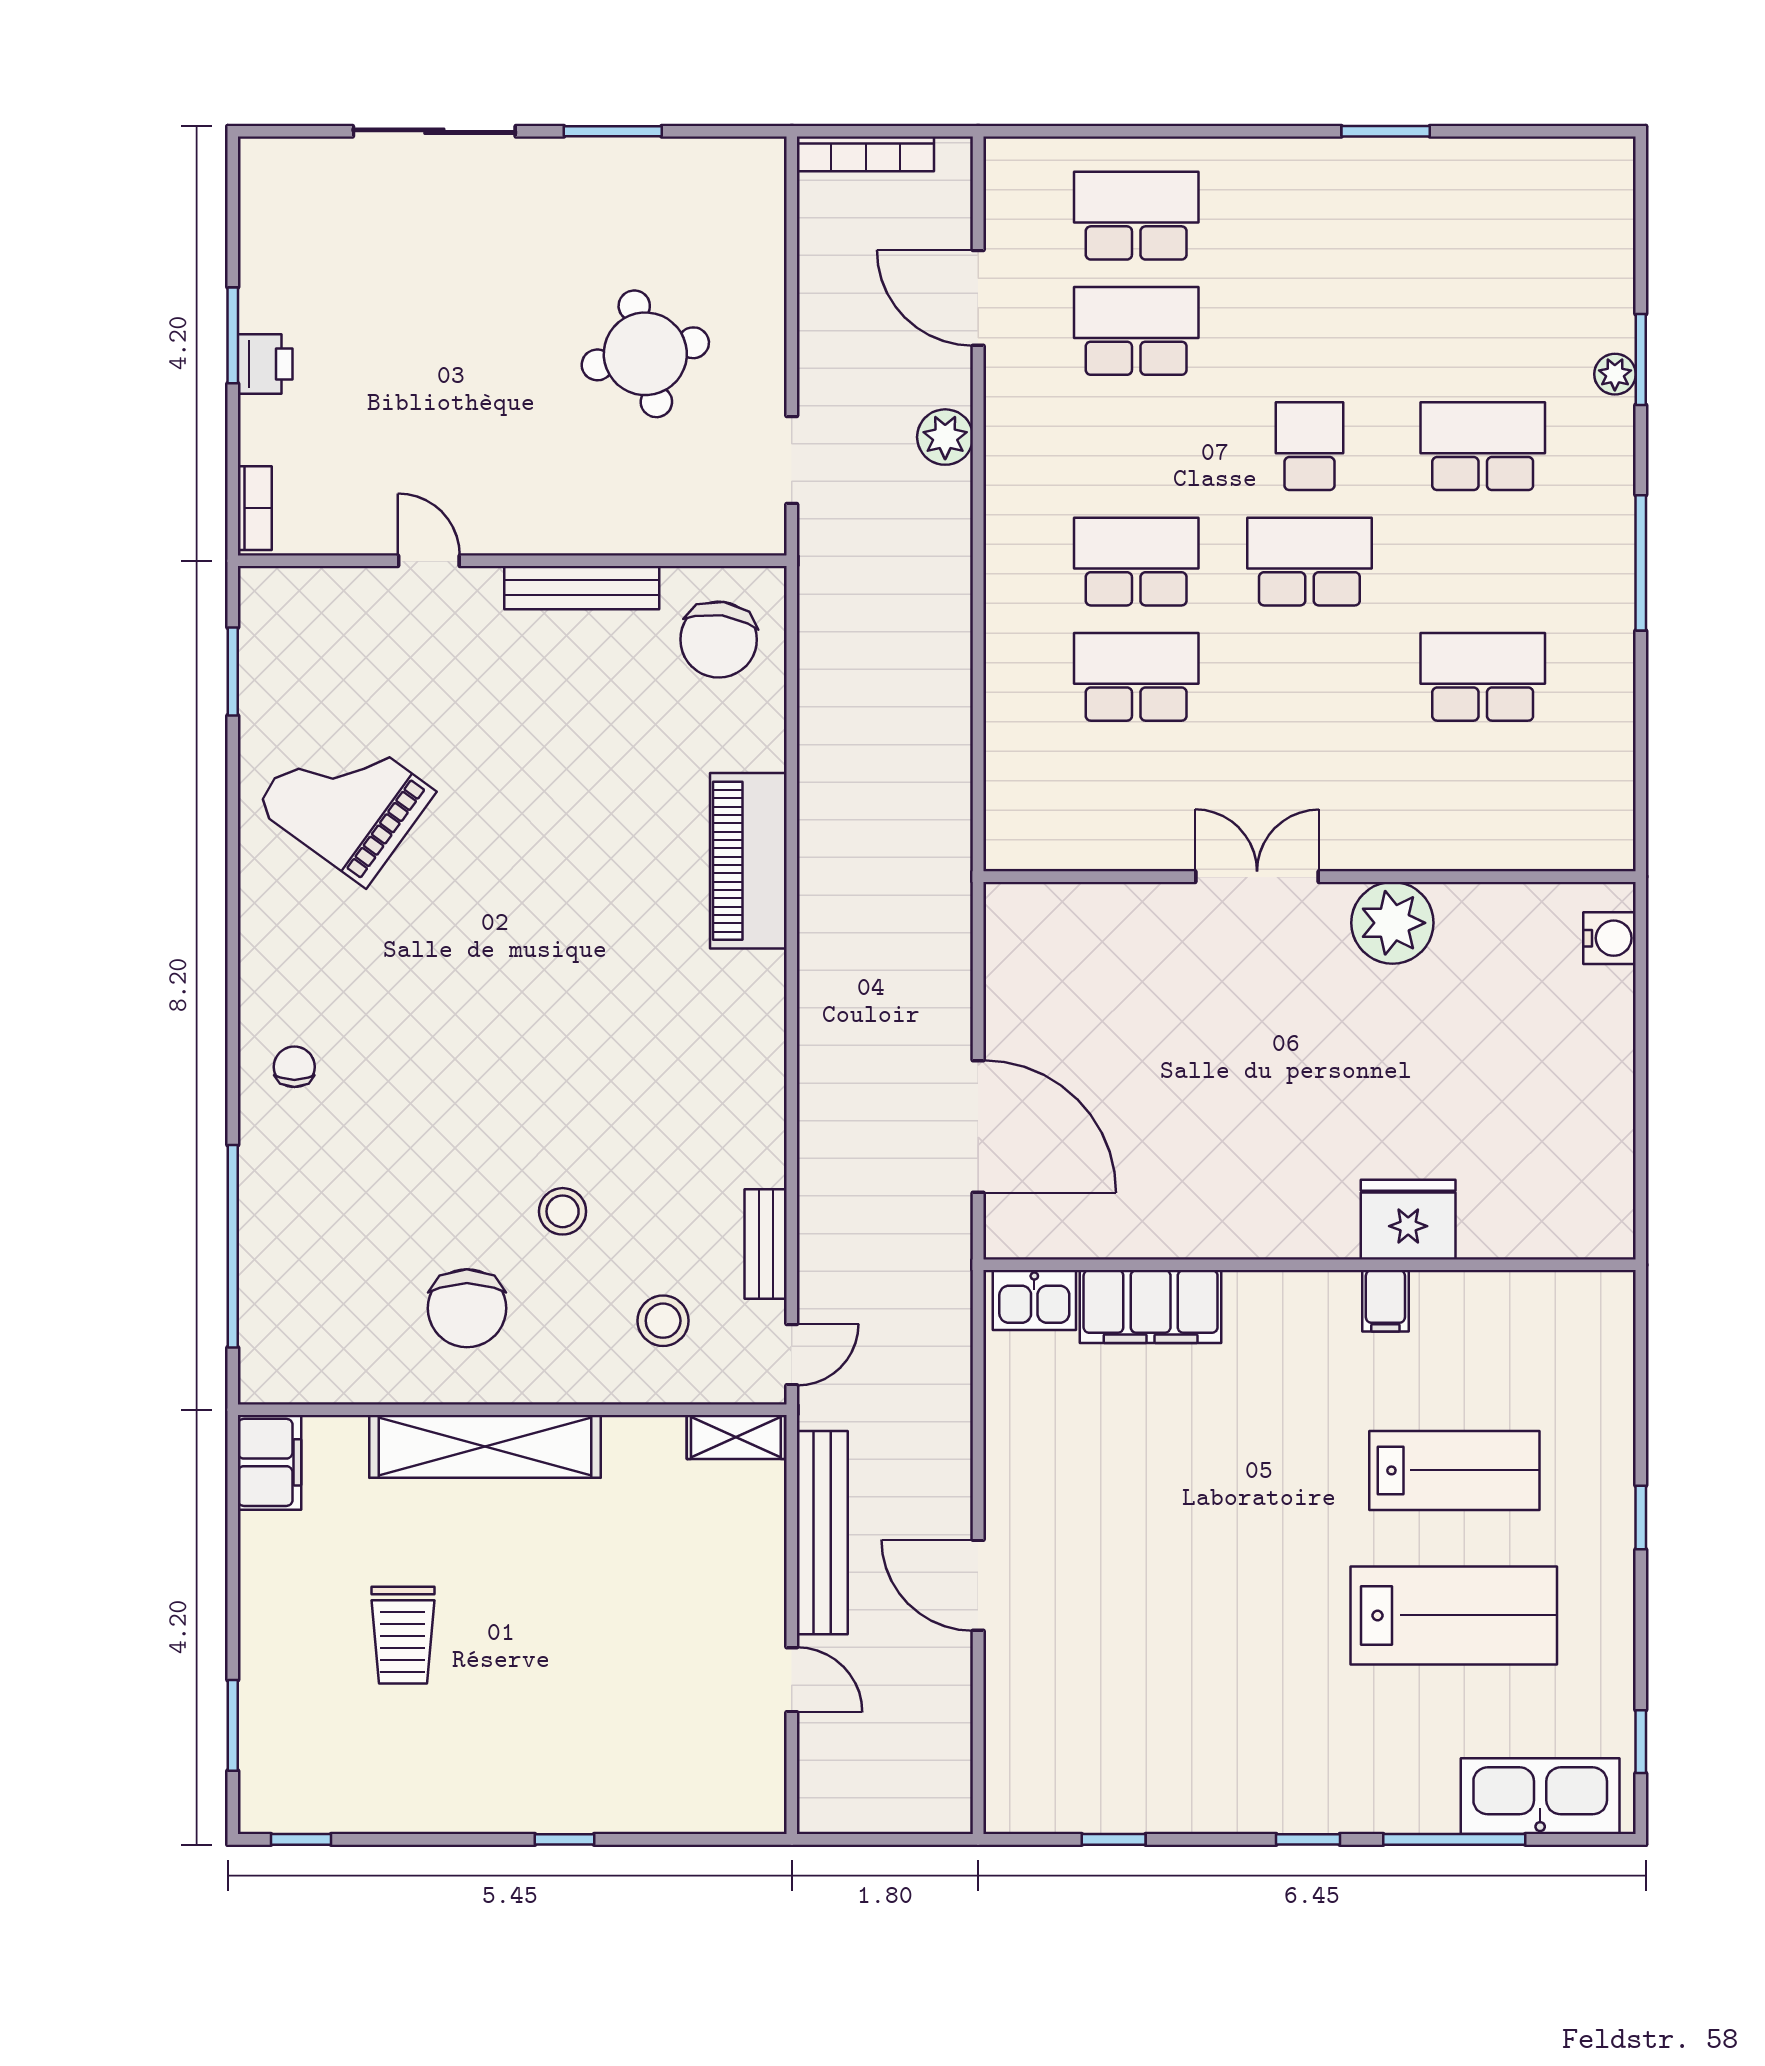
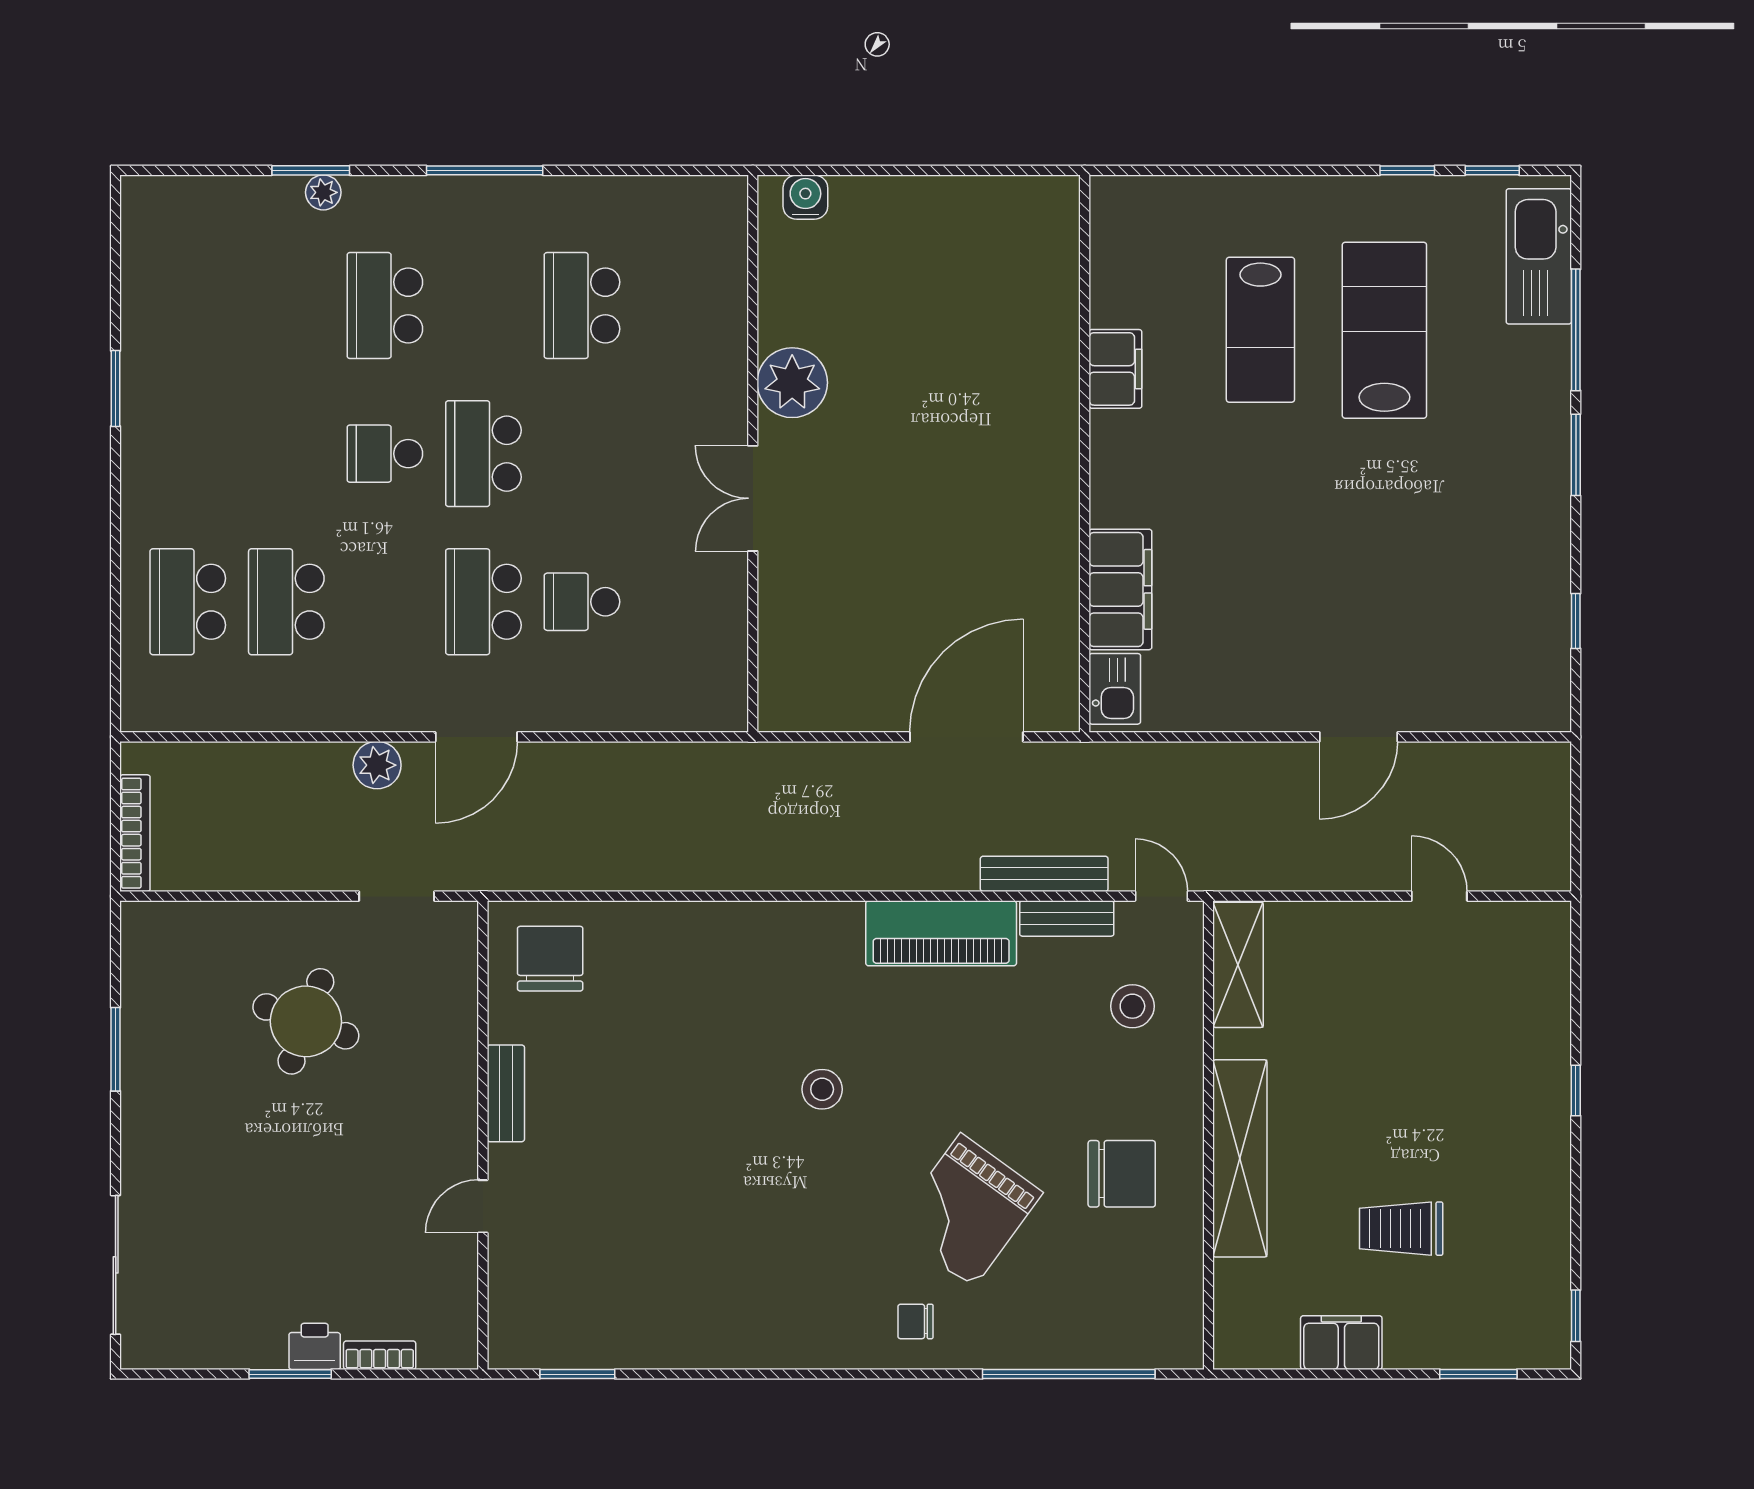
sliding door: (434, 131) -> (116, 1265), moved
door: (978, 298) -> (476, 737), moved
round table: (645, 354) -> (306, 1021), turned 33
bookcase: (255, 508) -> (380, 1355), moved
bench: (582, 588) -> (506, 1093), width x0.73
chair: (719, 640) -> (550, 959), turned -98
school desk: (1136, 677) -> (582, 602), width x0.54
grand piano: (345, 799) -> (967, 1211), moved
piano: (748, 861) -> (941, 933), moved
stool: (563, 1211) -> (822, 1089), moved
fridge: (1408, 1220) -> (1046, 369), removed
filing cabinet: (1385, 1301) -> (1115, 369), width x2.00
shelving: (736, 1437) -> (1238, 965), width x1.50, depth x1.33
filing cabinet: (270, 1462) -> (1341, 1343), moved
lab bench: (1454, 1470) -> (1260, 330), turned 180
window: (1641, 1517) -> (1407, 170), moved
bench: (822, 1533) -> (1044, 874), moved, width x0.73, depth x0.82
trolley: (403, 1635) -> (1401, 1229), turned 180
door: (792, 1680) -> (1439, 896), hinge flipped
window: (1308, 1839) -> (1576, 455), width x1.50

